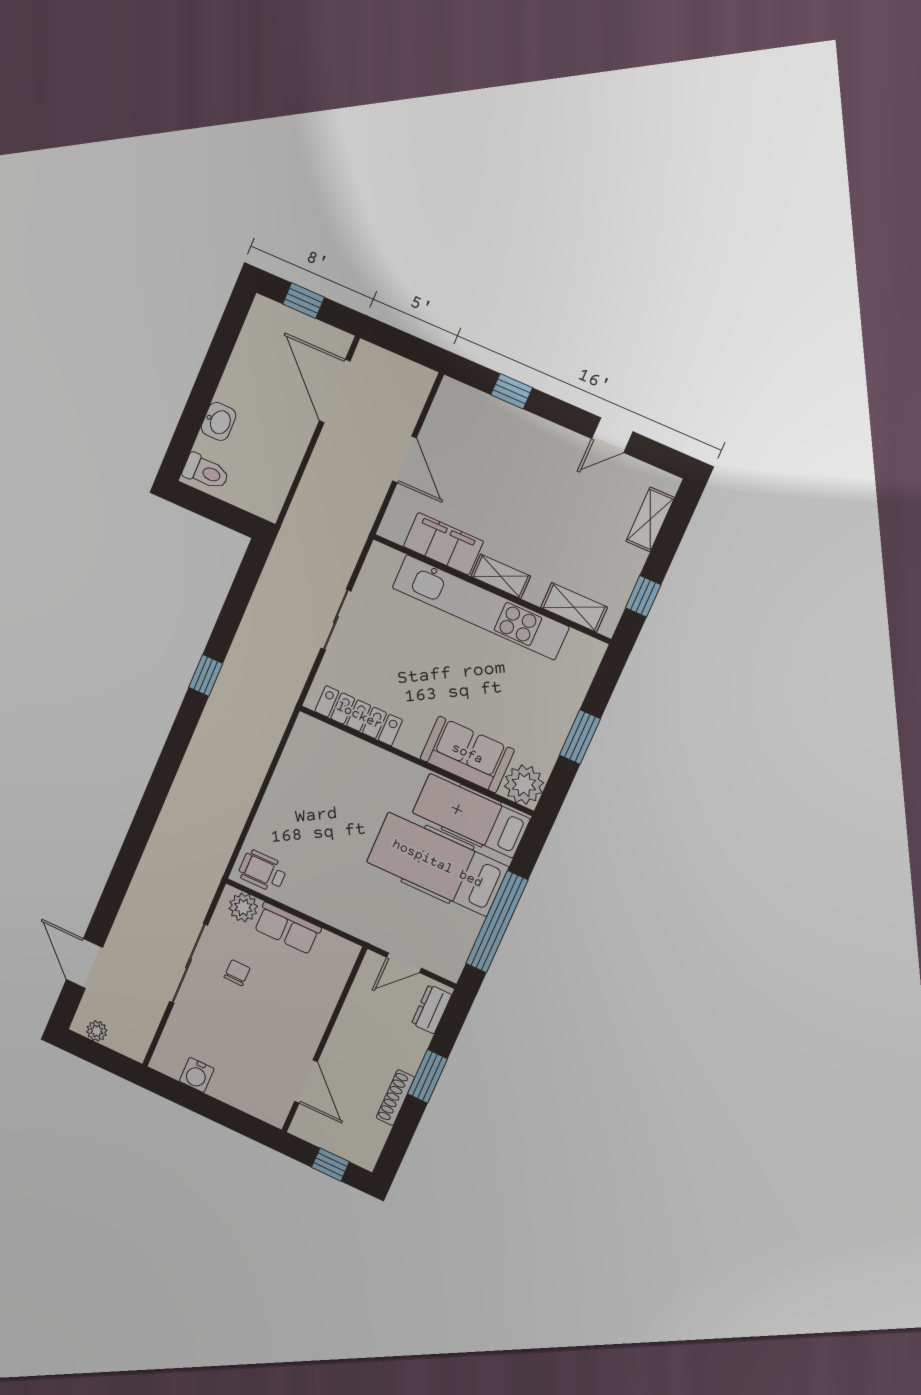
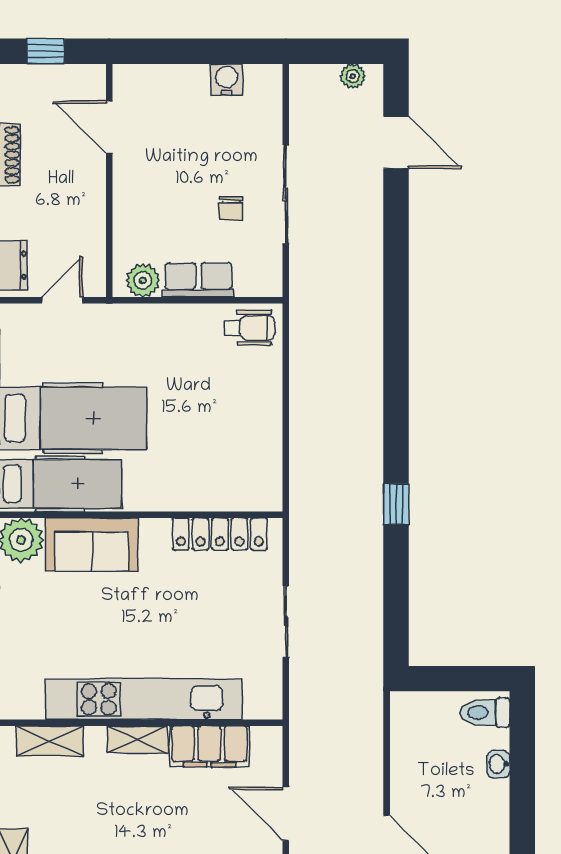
washbasin: (218, 421) -> (498, 764), width x0.72, depth x0.69
plant: (243, 907) -> (143, 280), moved

